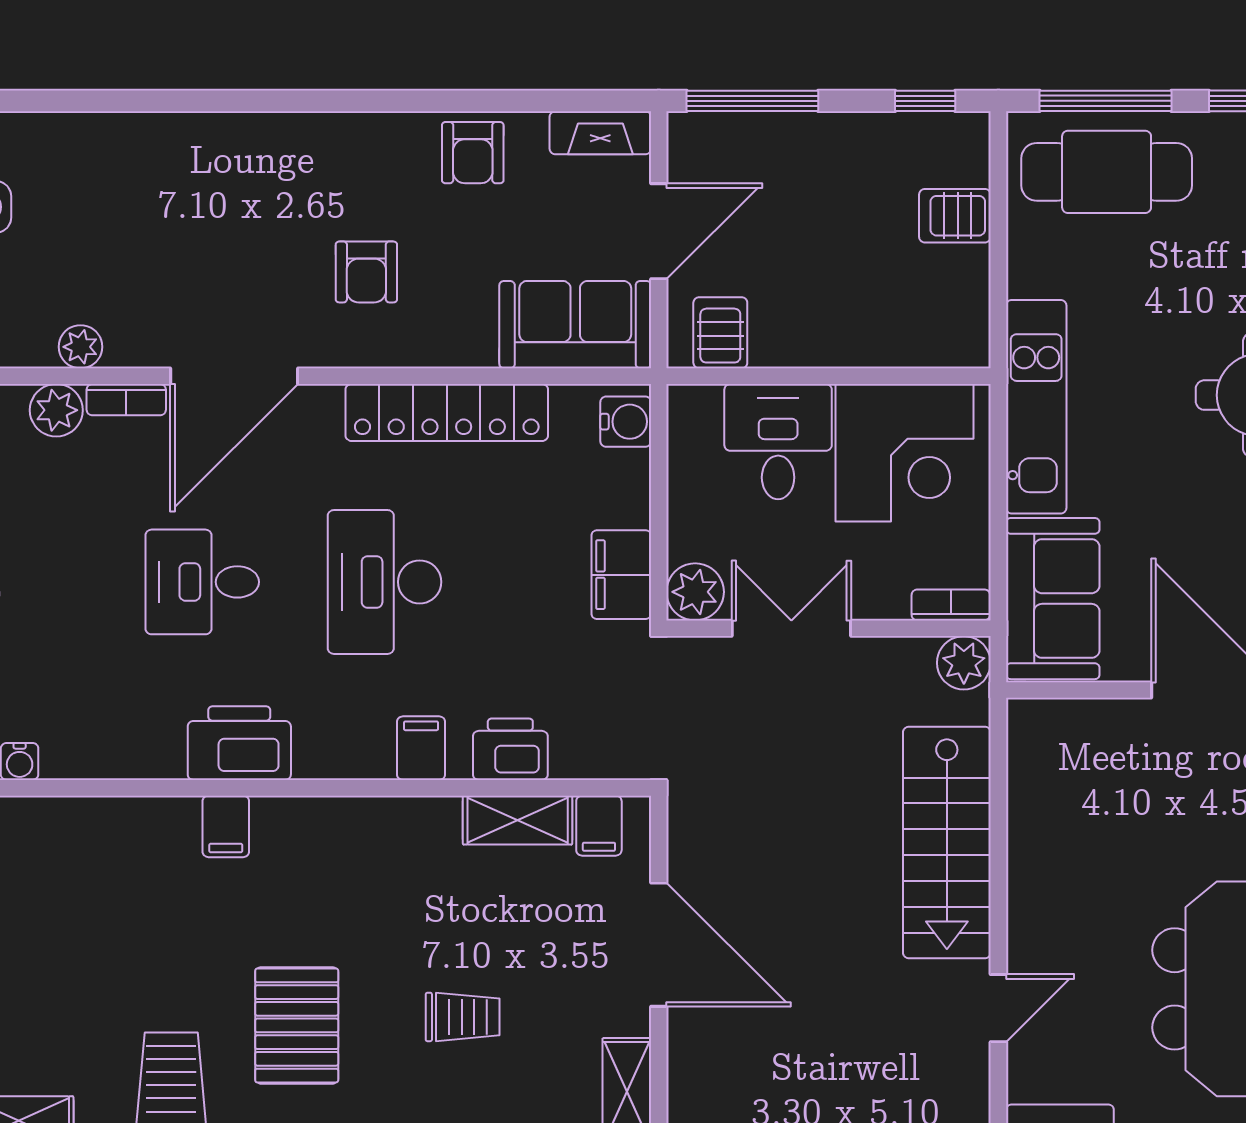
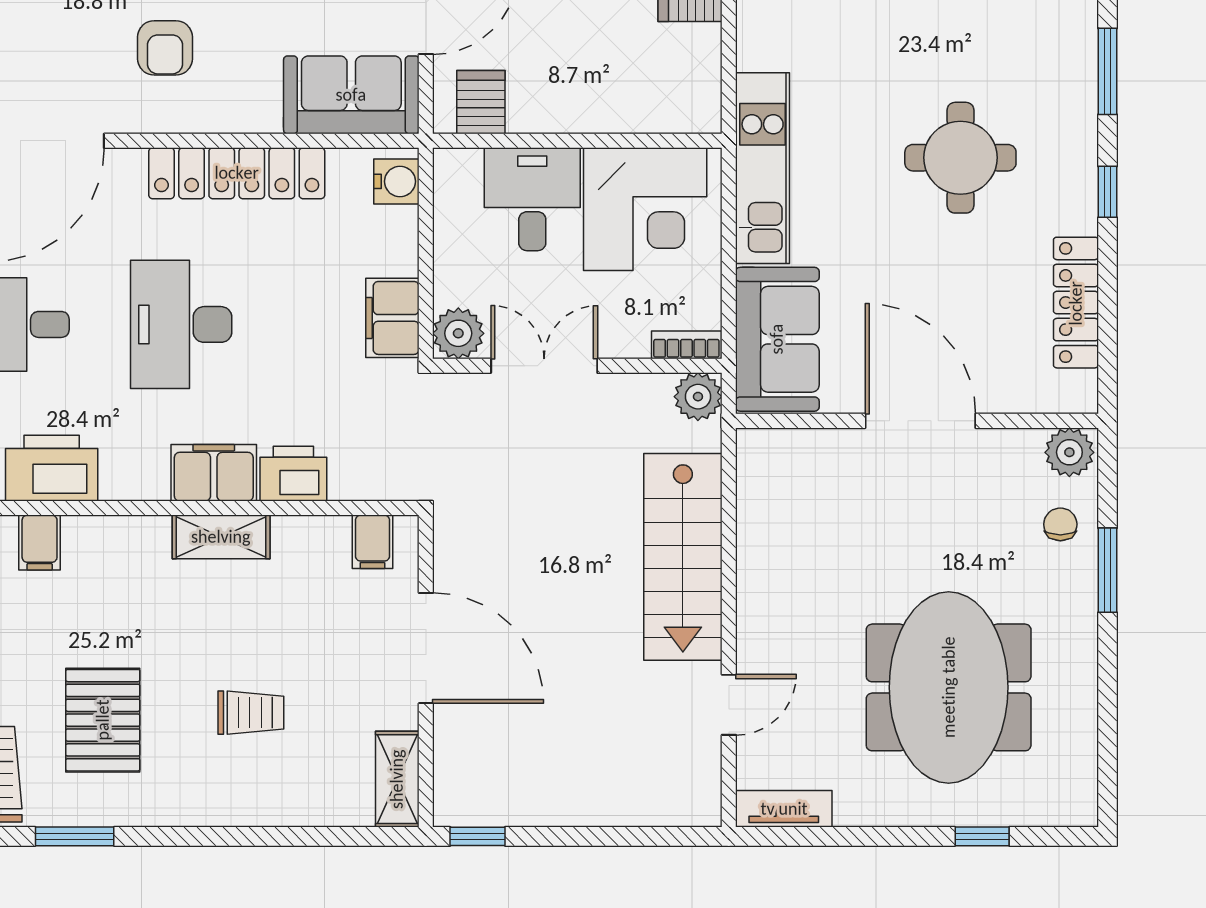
filing cabinet: (421, 748) -> (214, 473), width x2.00
shelving: (518, 820) -> (221, 537), moved

